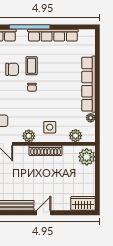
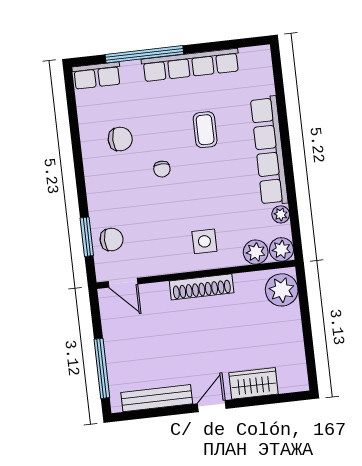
coffee table: (32, 66) -> (205, 130), moved
plant: (29, 136) -> (281, 249), moved
wardrobe: (83, 203) -> (253, 383), moved

